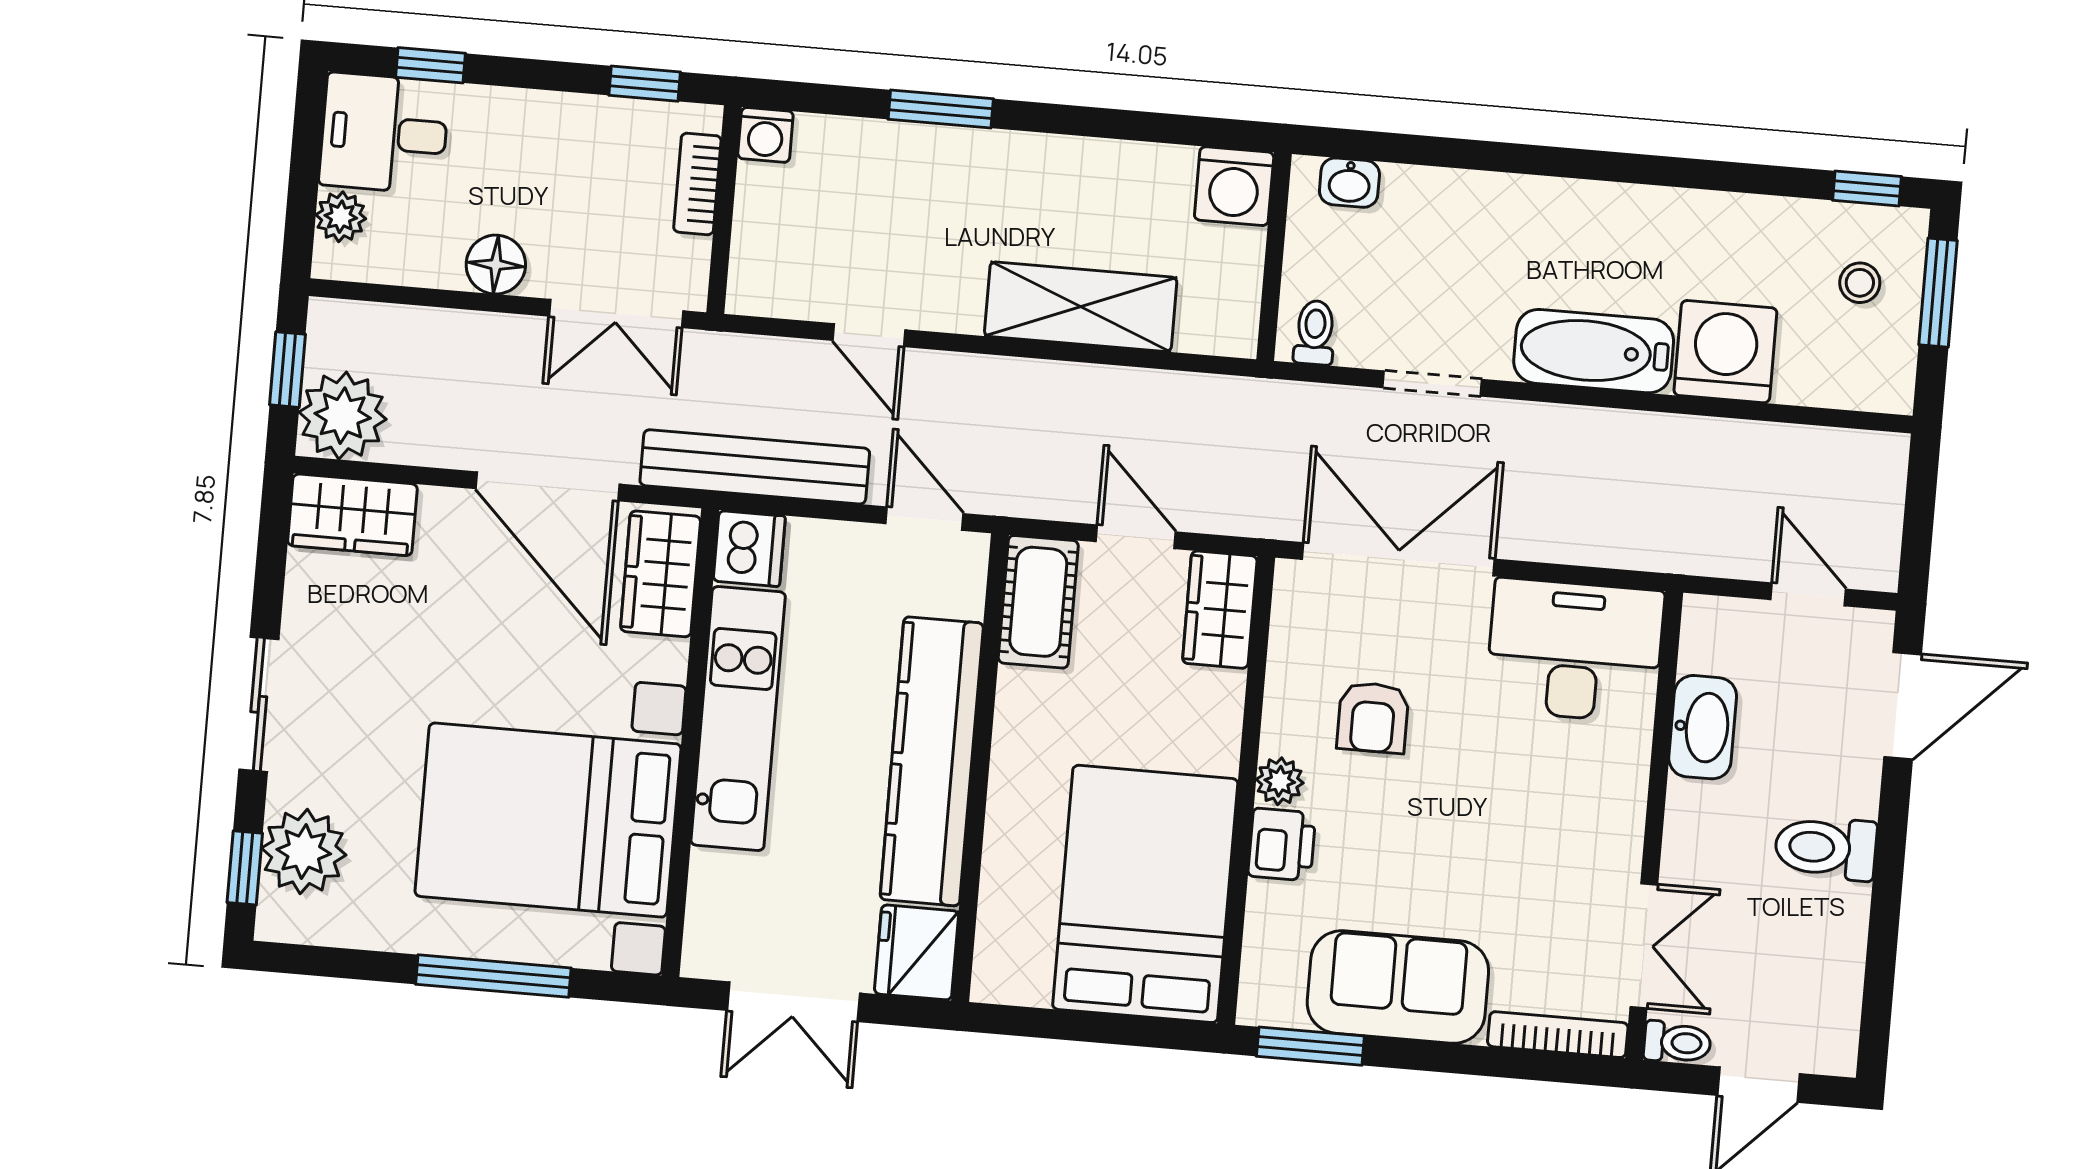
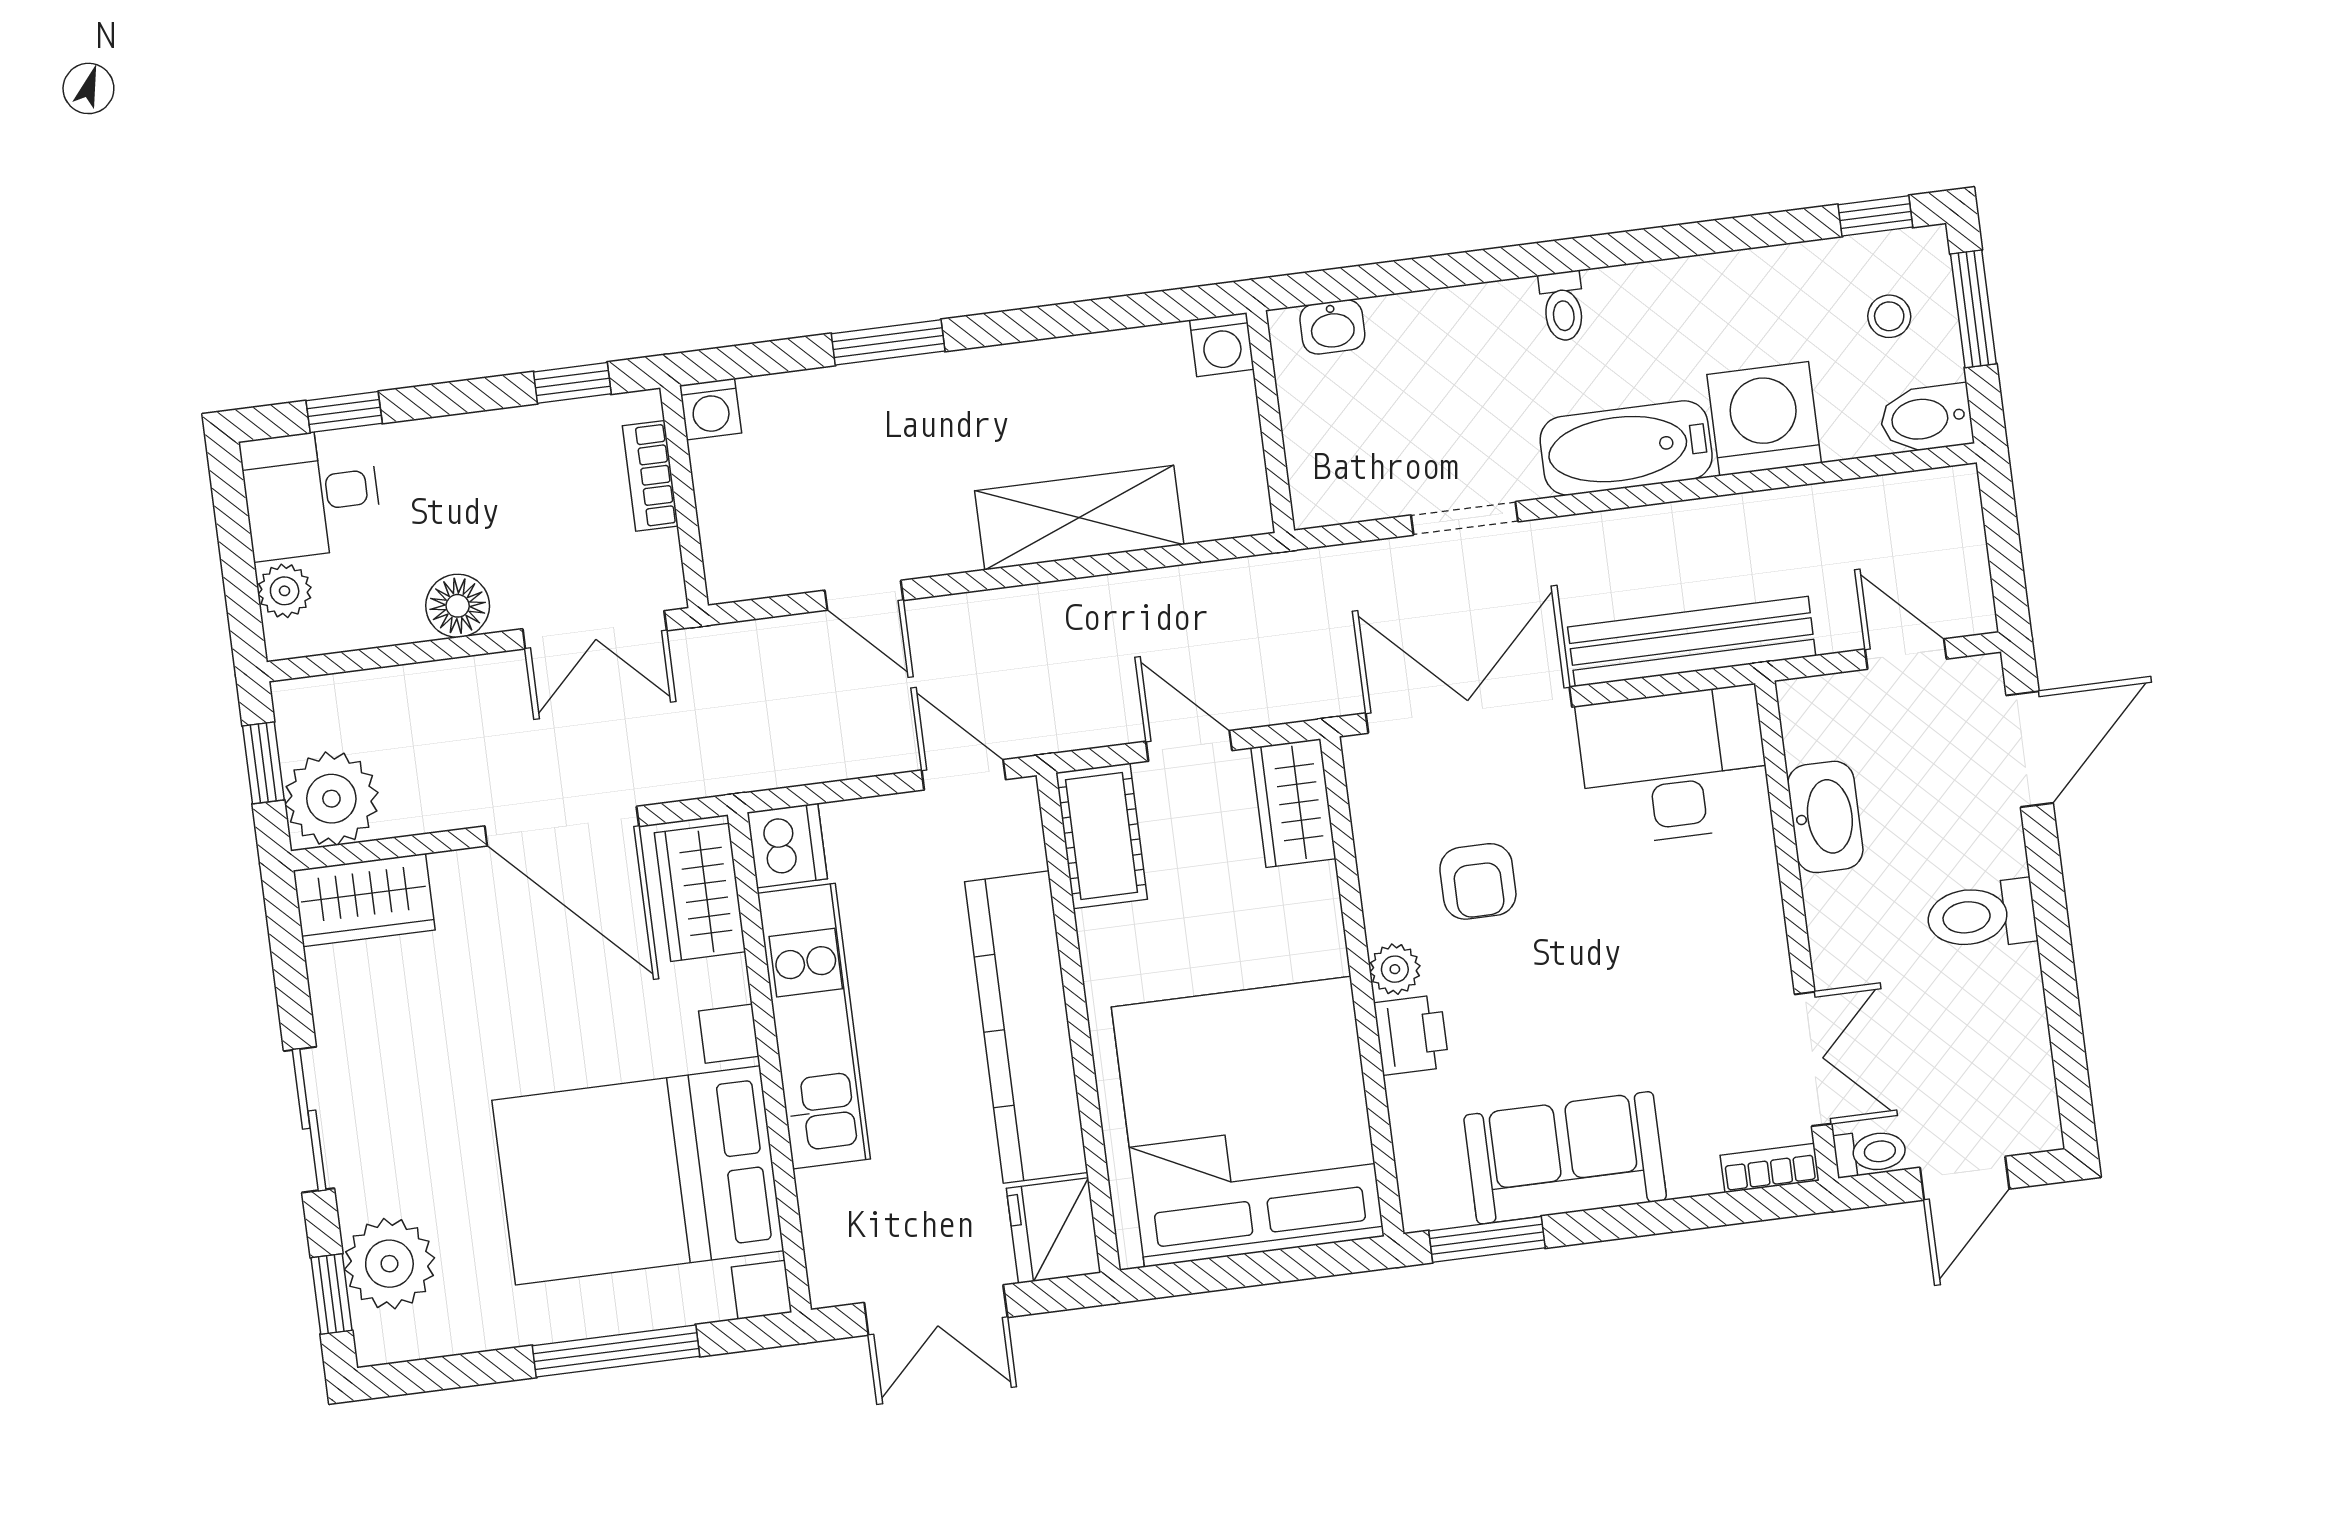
washing machine: (1234, 186) -> (1222, 345), width x0.73, depth x0.73
toilet: (1315, 333) -> (1563, 306), moved, turned 180
bidet: (1873, 383) -> (1926, 418), added
bench: (755, 467) -> (1692, 641), moved
bed: (1145, 894) -> (1248, 1122), width x1.36
bookcase: (1558, 1035) -> (1770, 1168), width x0.64

